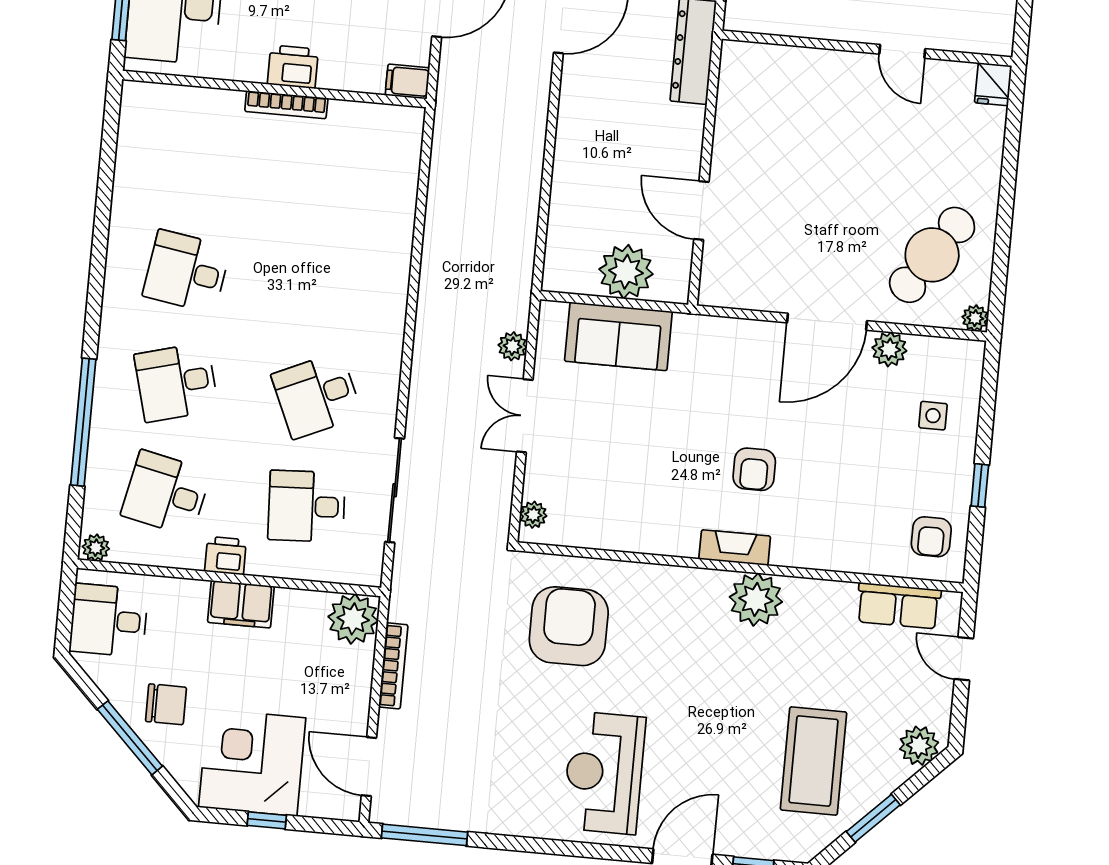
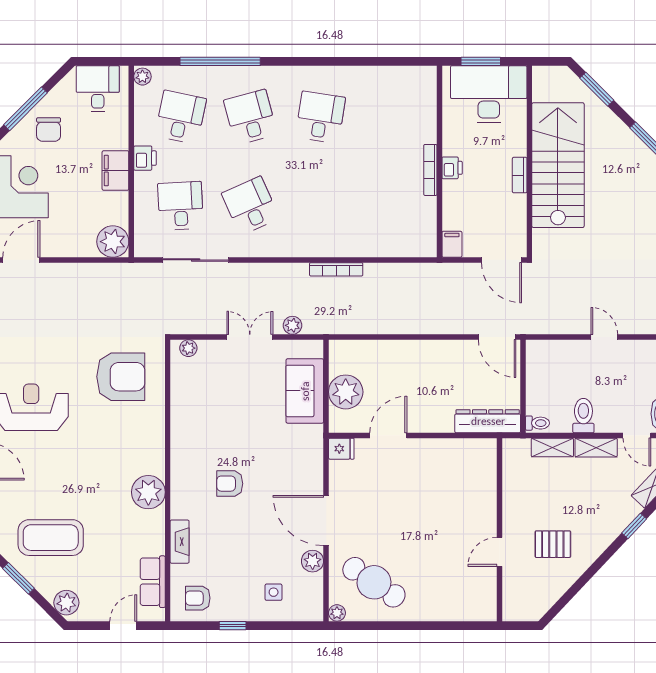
printer: (293, 67) -> (452, 168), width x0.73, depth x0.81
fridge: (993, 84) -> (341, 449), moved, turned 180
fireplace: (735, 548) -> (180, 542), moved
bookcase: (393, 666) -> (336, 269), moved

